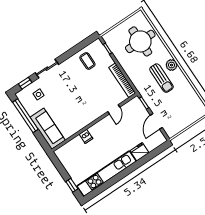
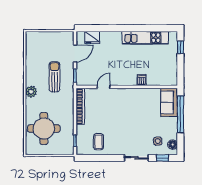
sun lounger: (161, 78) -> (54, 77), moved
floor lamp: (24, 100) -> (173, 145), added
window: (25, 116) -> (180, 114), moved
sofa: (48, 129) -> (169, 102), width x0.73
fridge: (139, 152) -> (92, 38), moved
kitchen unit: (107, 174) -> (145, 38), width x0.73

